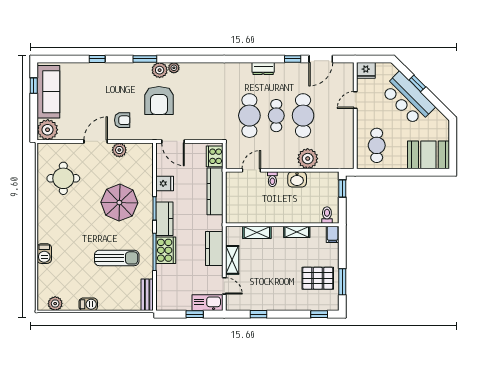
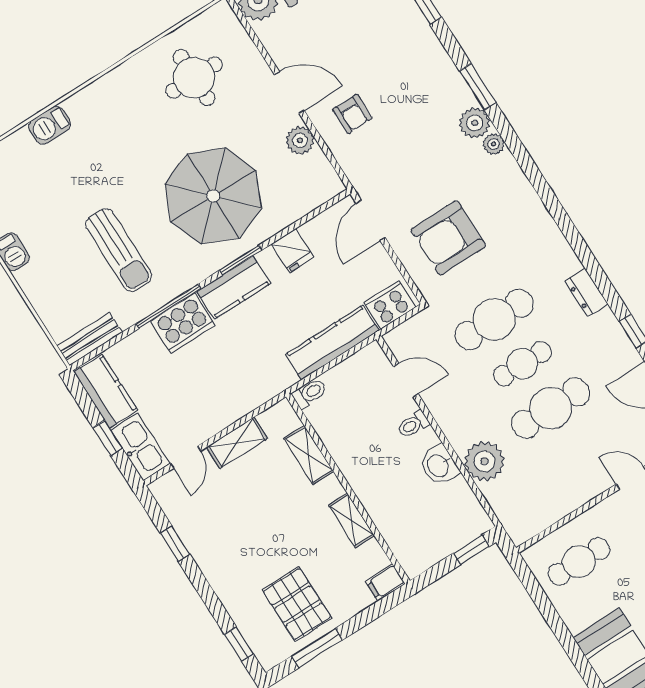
armchair: (159, 101) -> (448, 238), moved
parasol: (119, 203) -> (213, 196), width x1.36, depth x1.36
toilet: (327, 215) -> (310, 393), moved
kitchen counter: (214, 249) -> (106, 391), moved, turned 90

